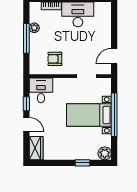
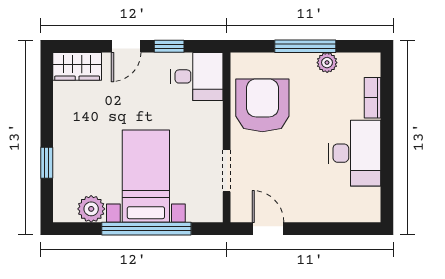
armchair: (55, 59) -> (262, 105), width x1.88, depth x1.88
plant: (105, 153) -> (91, 209), moved

